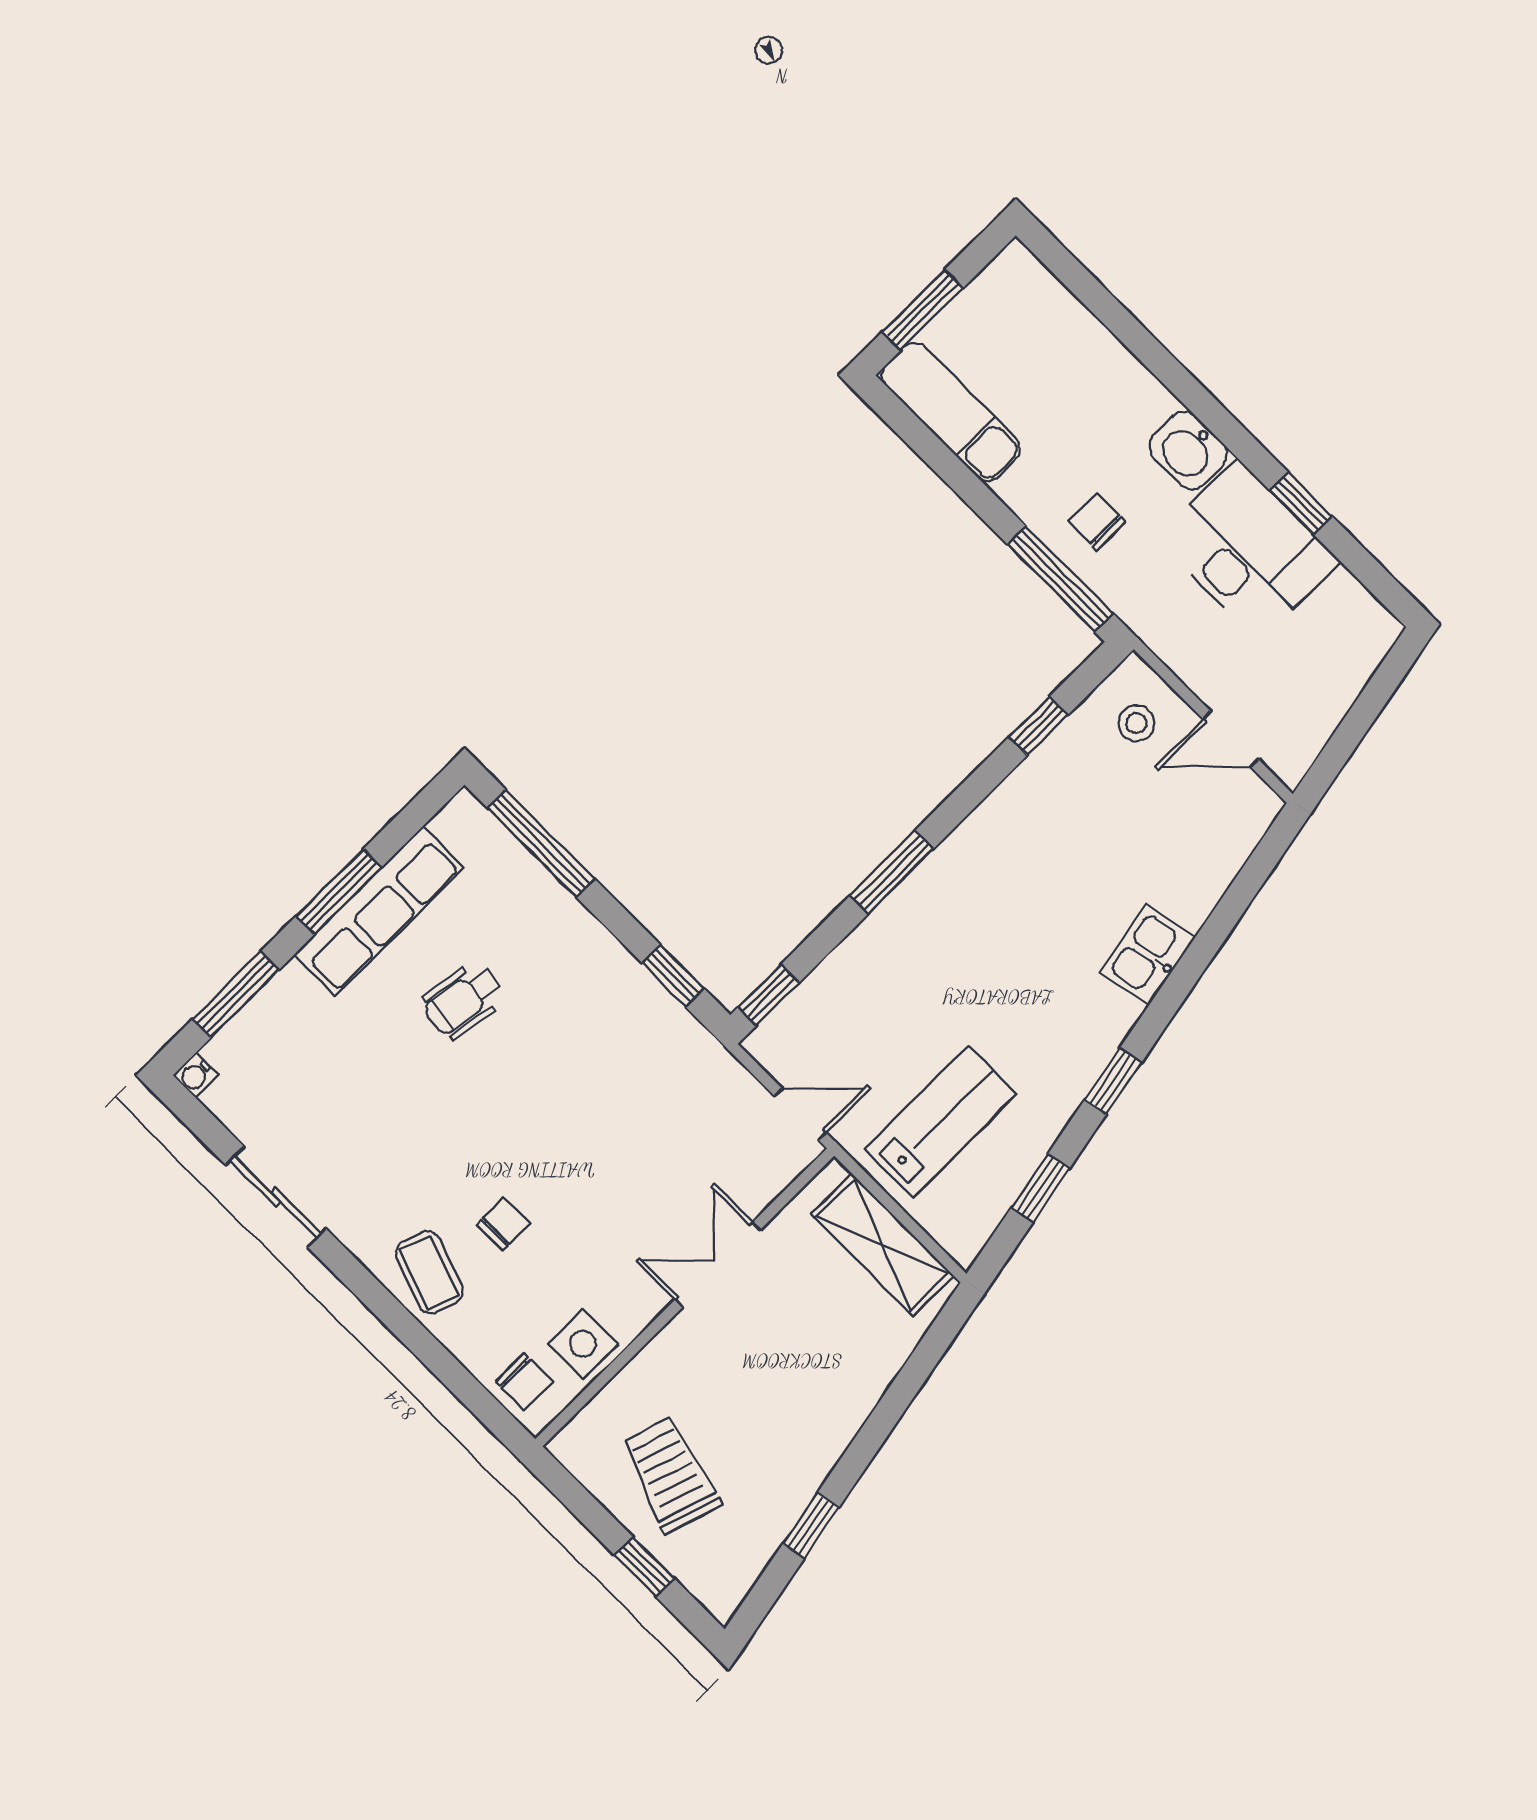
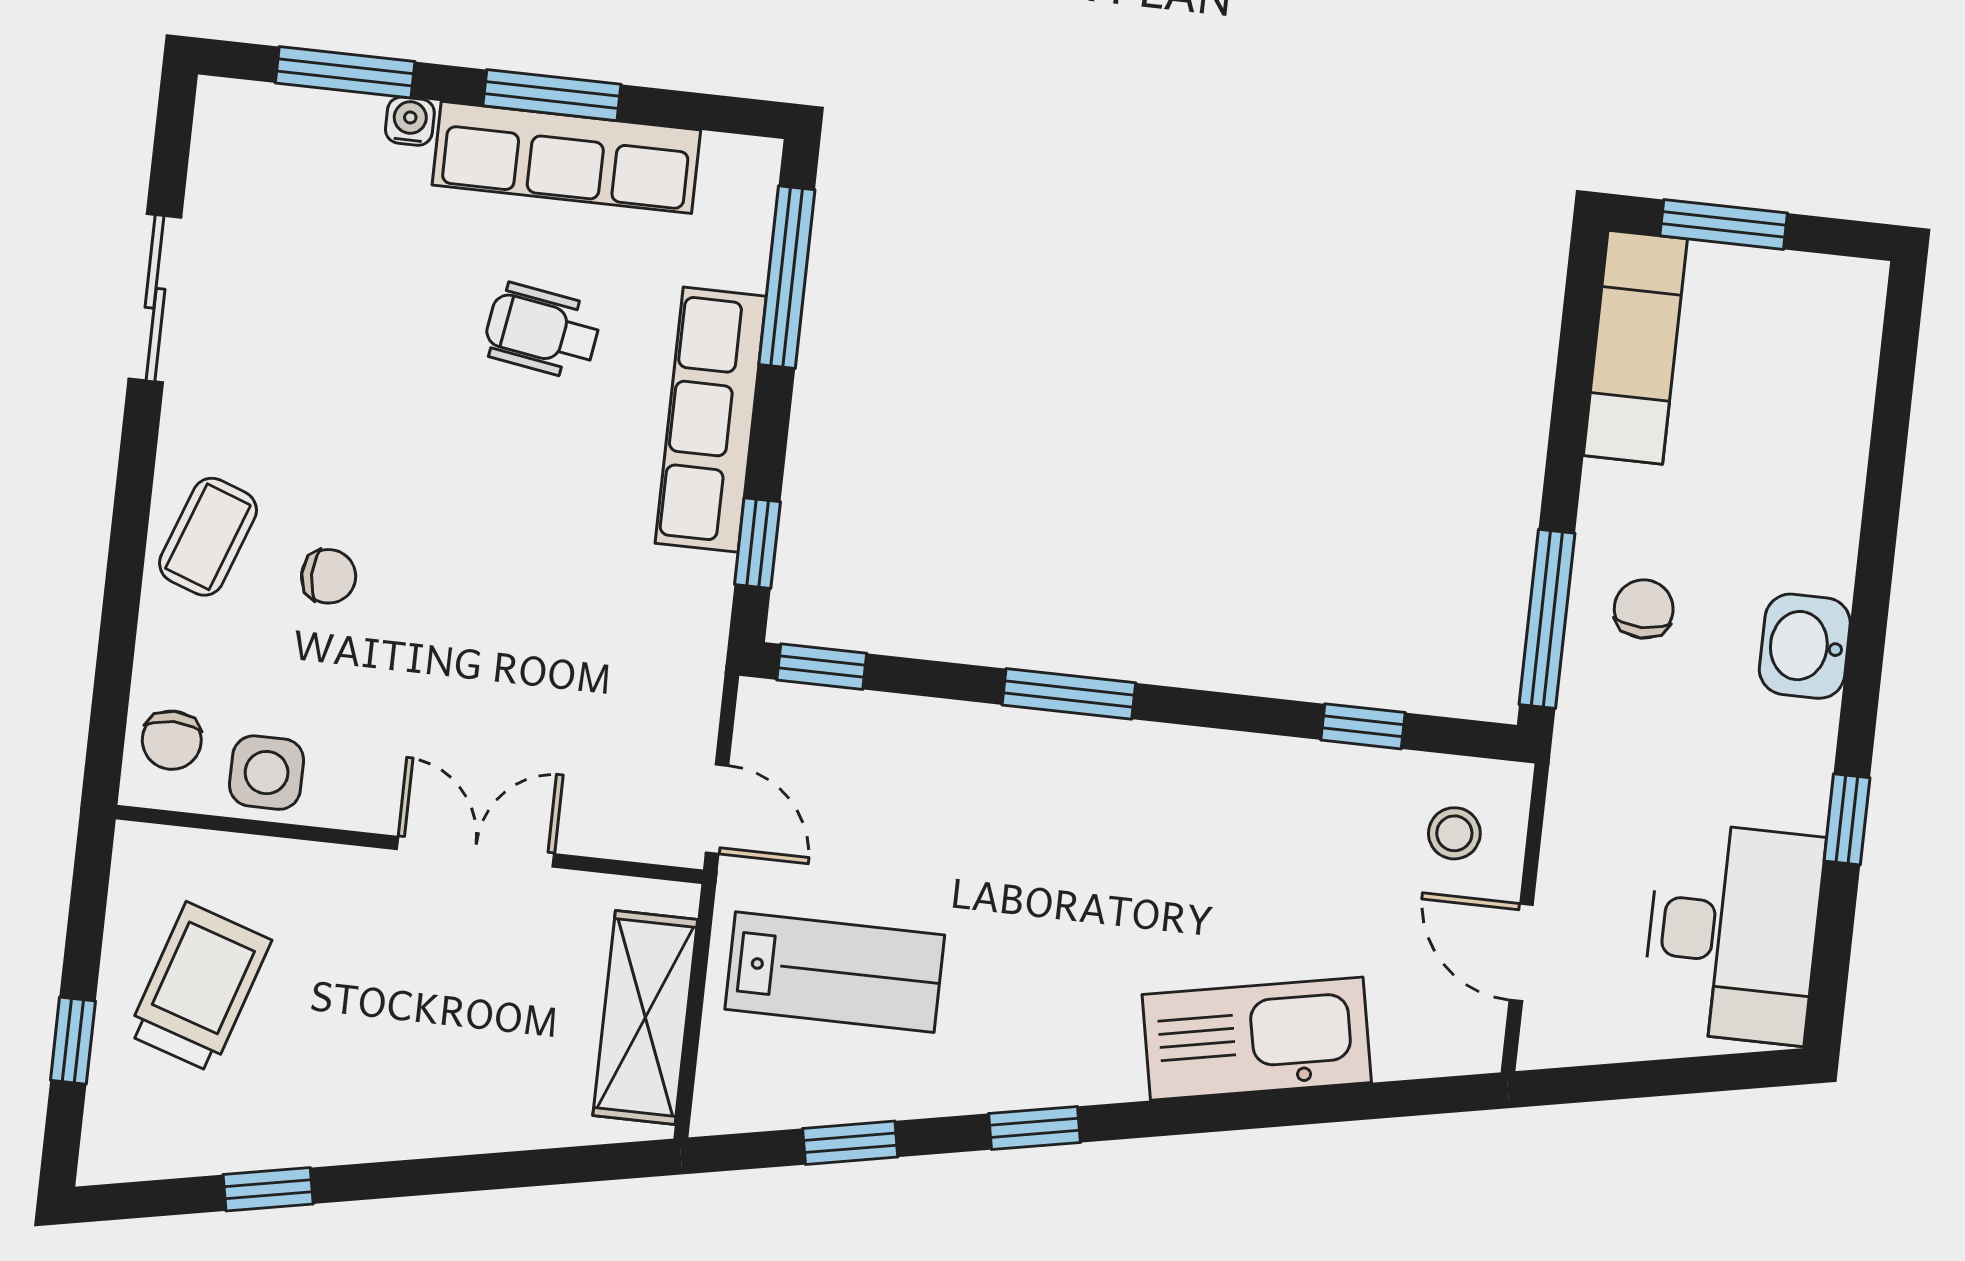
desk: (1248, 550) -> (1733, 933), moved
row of seats: (585, 947) -> (711, 420), added
kitchen sink: (1147, 955) -> (1257, 1039), width x1.88, depth x1.24
water cooler: (196, 1075) -> (410, 121), moved, turned 90

